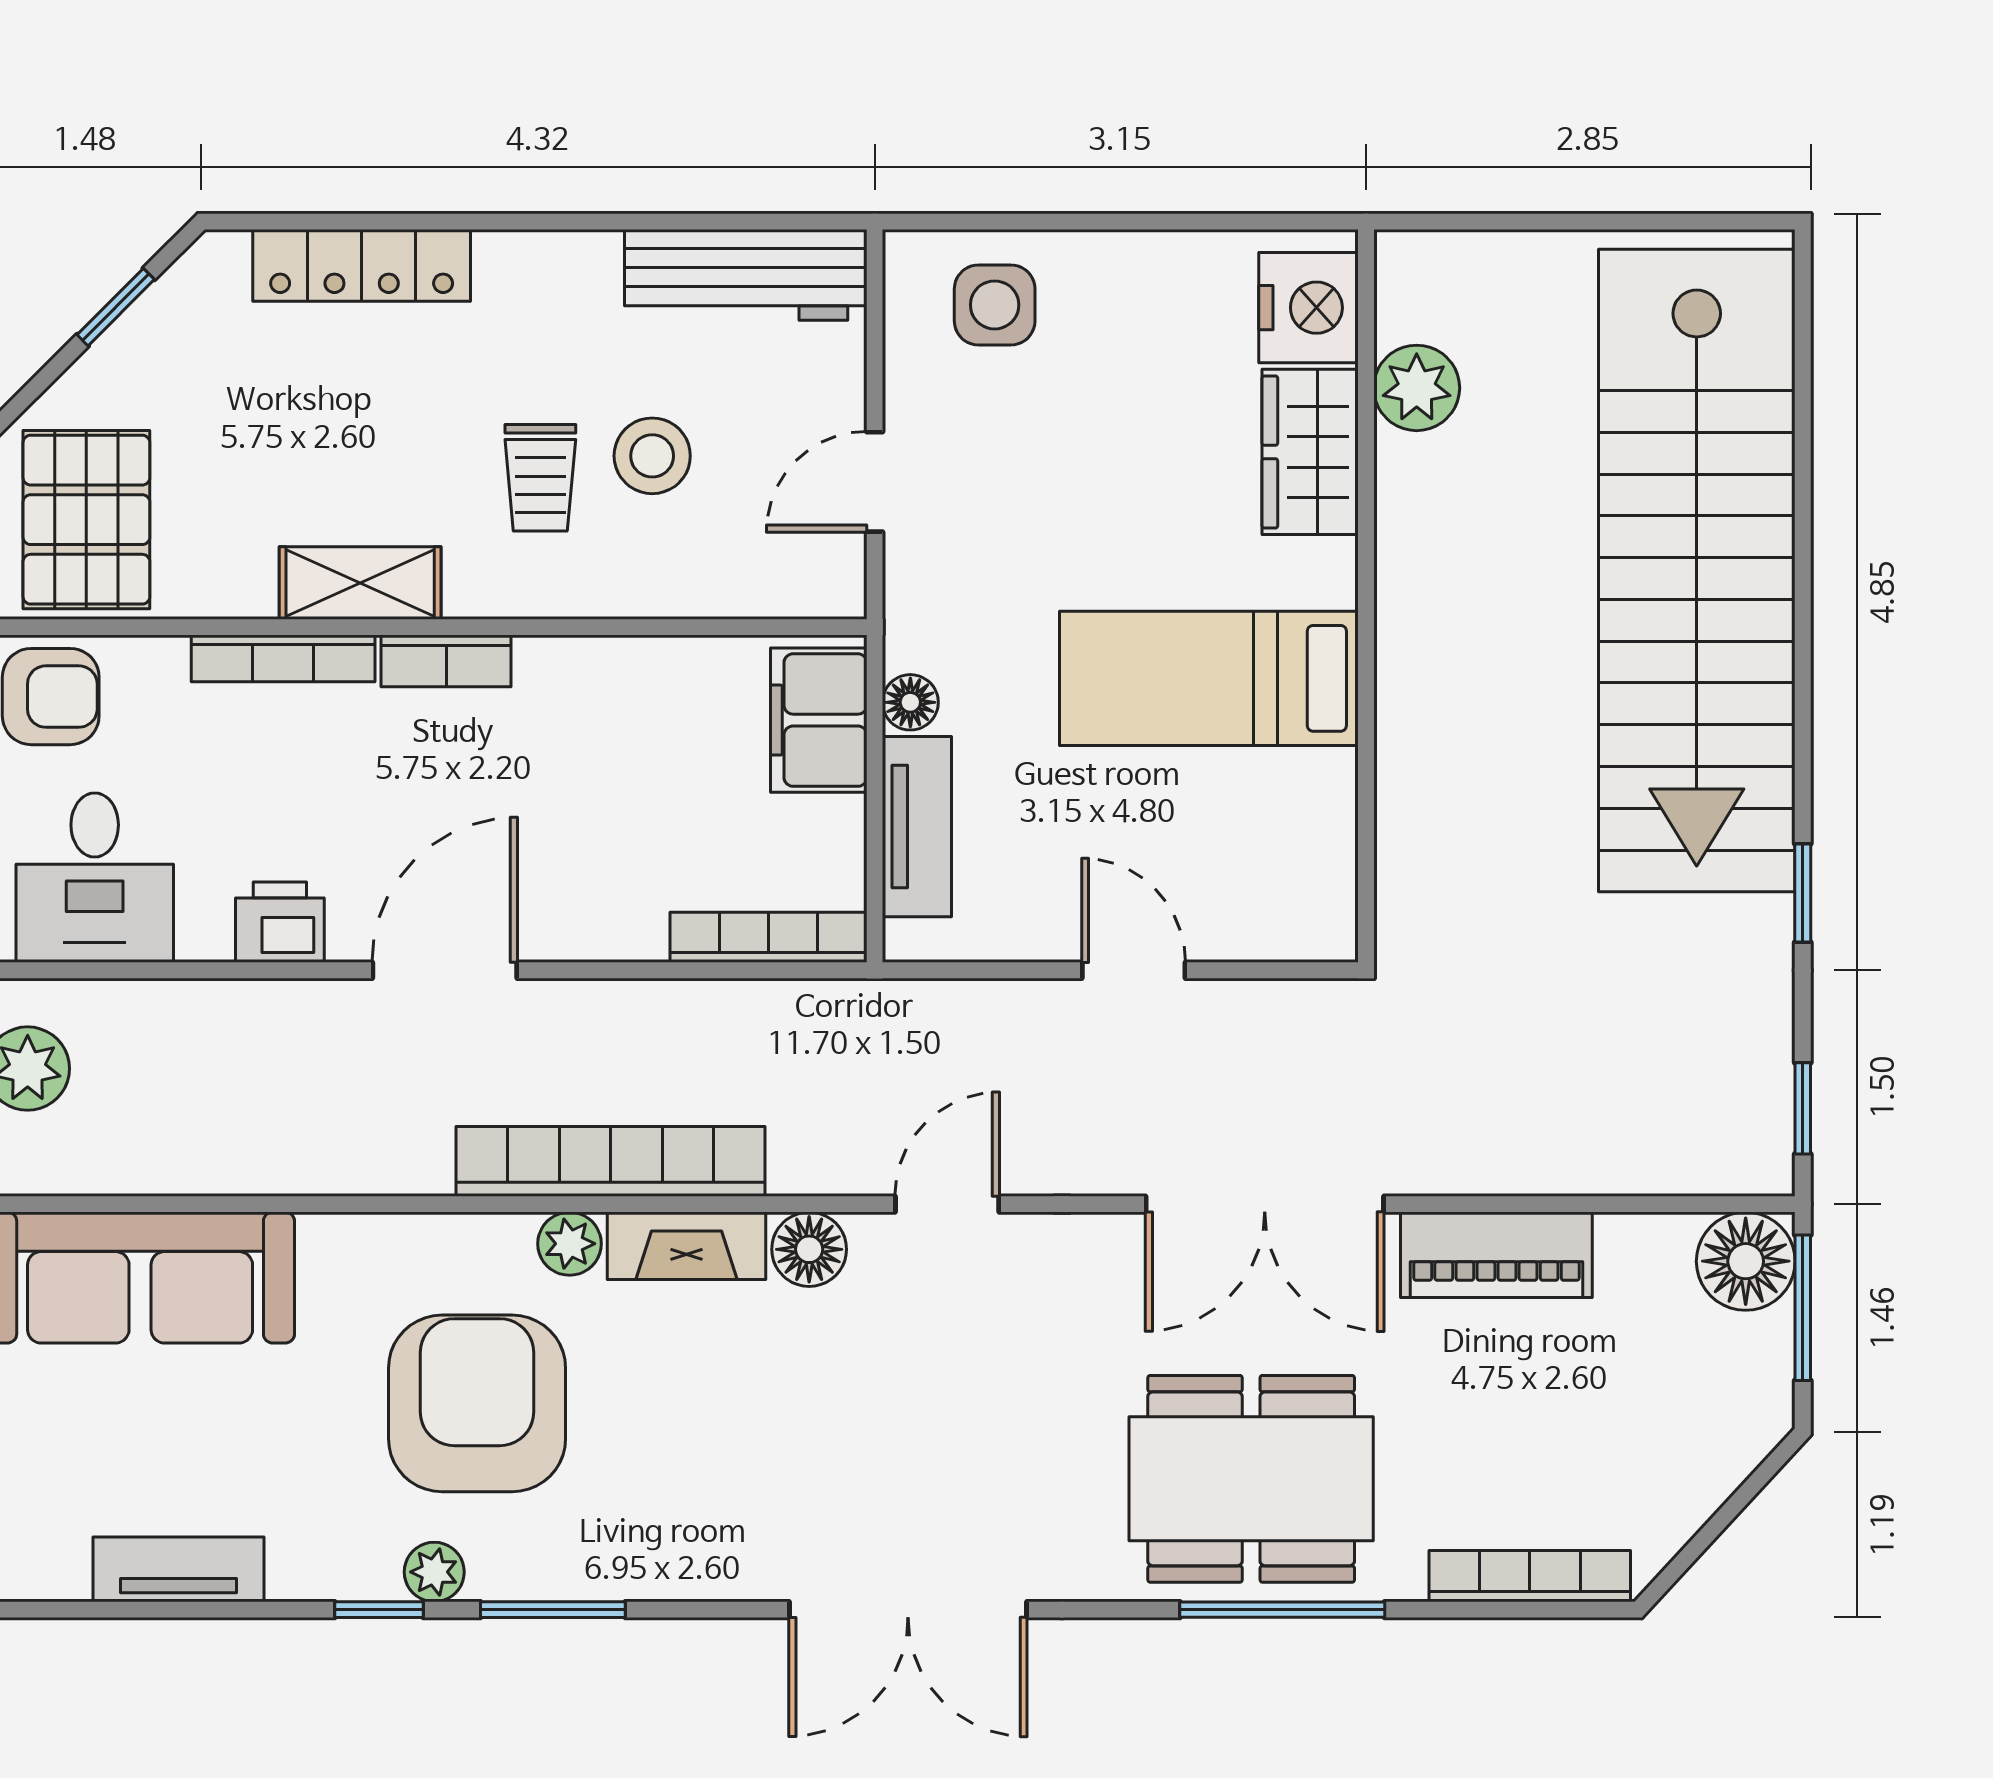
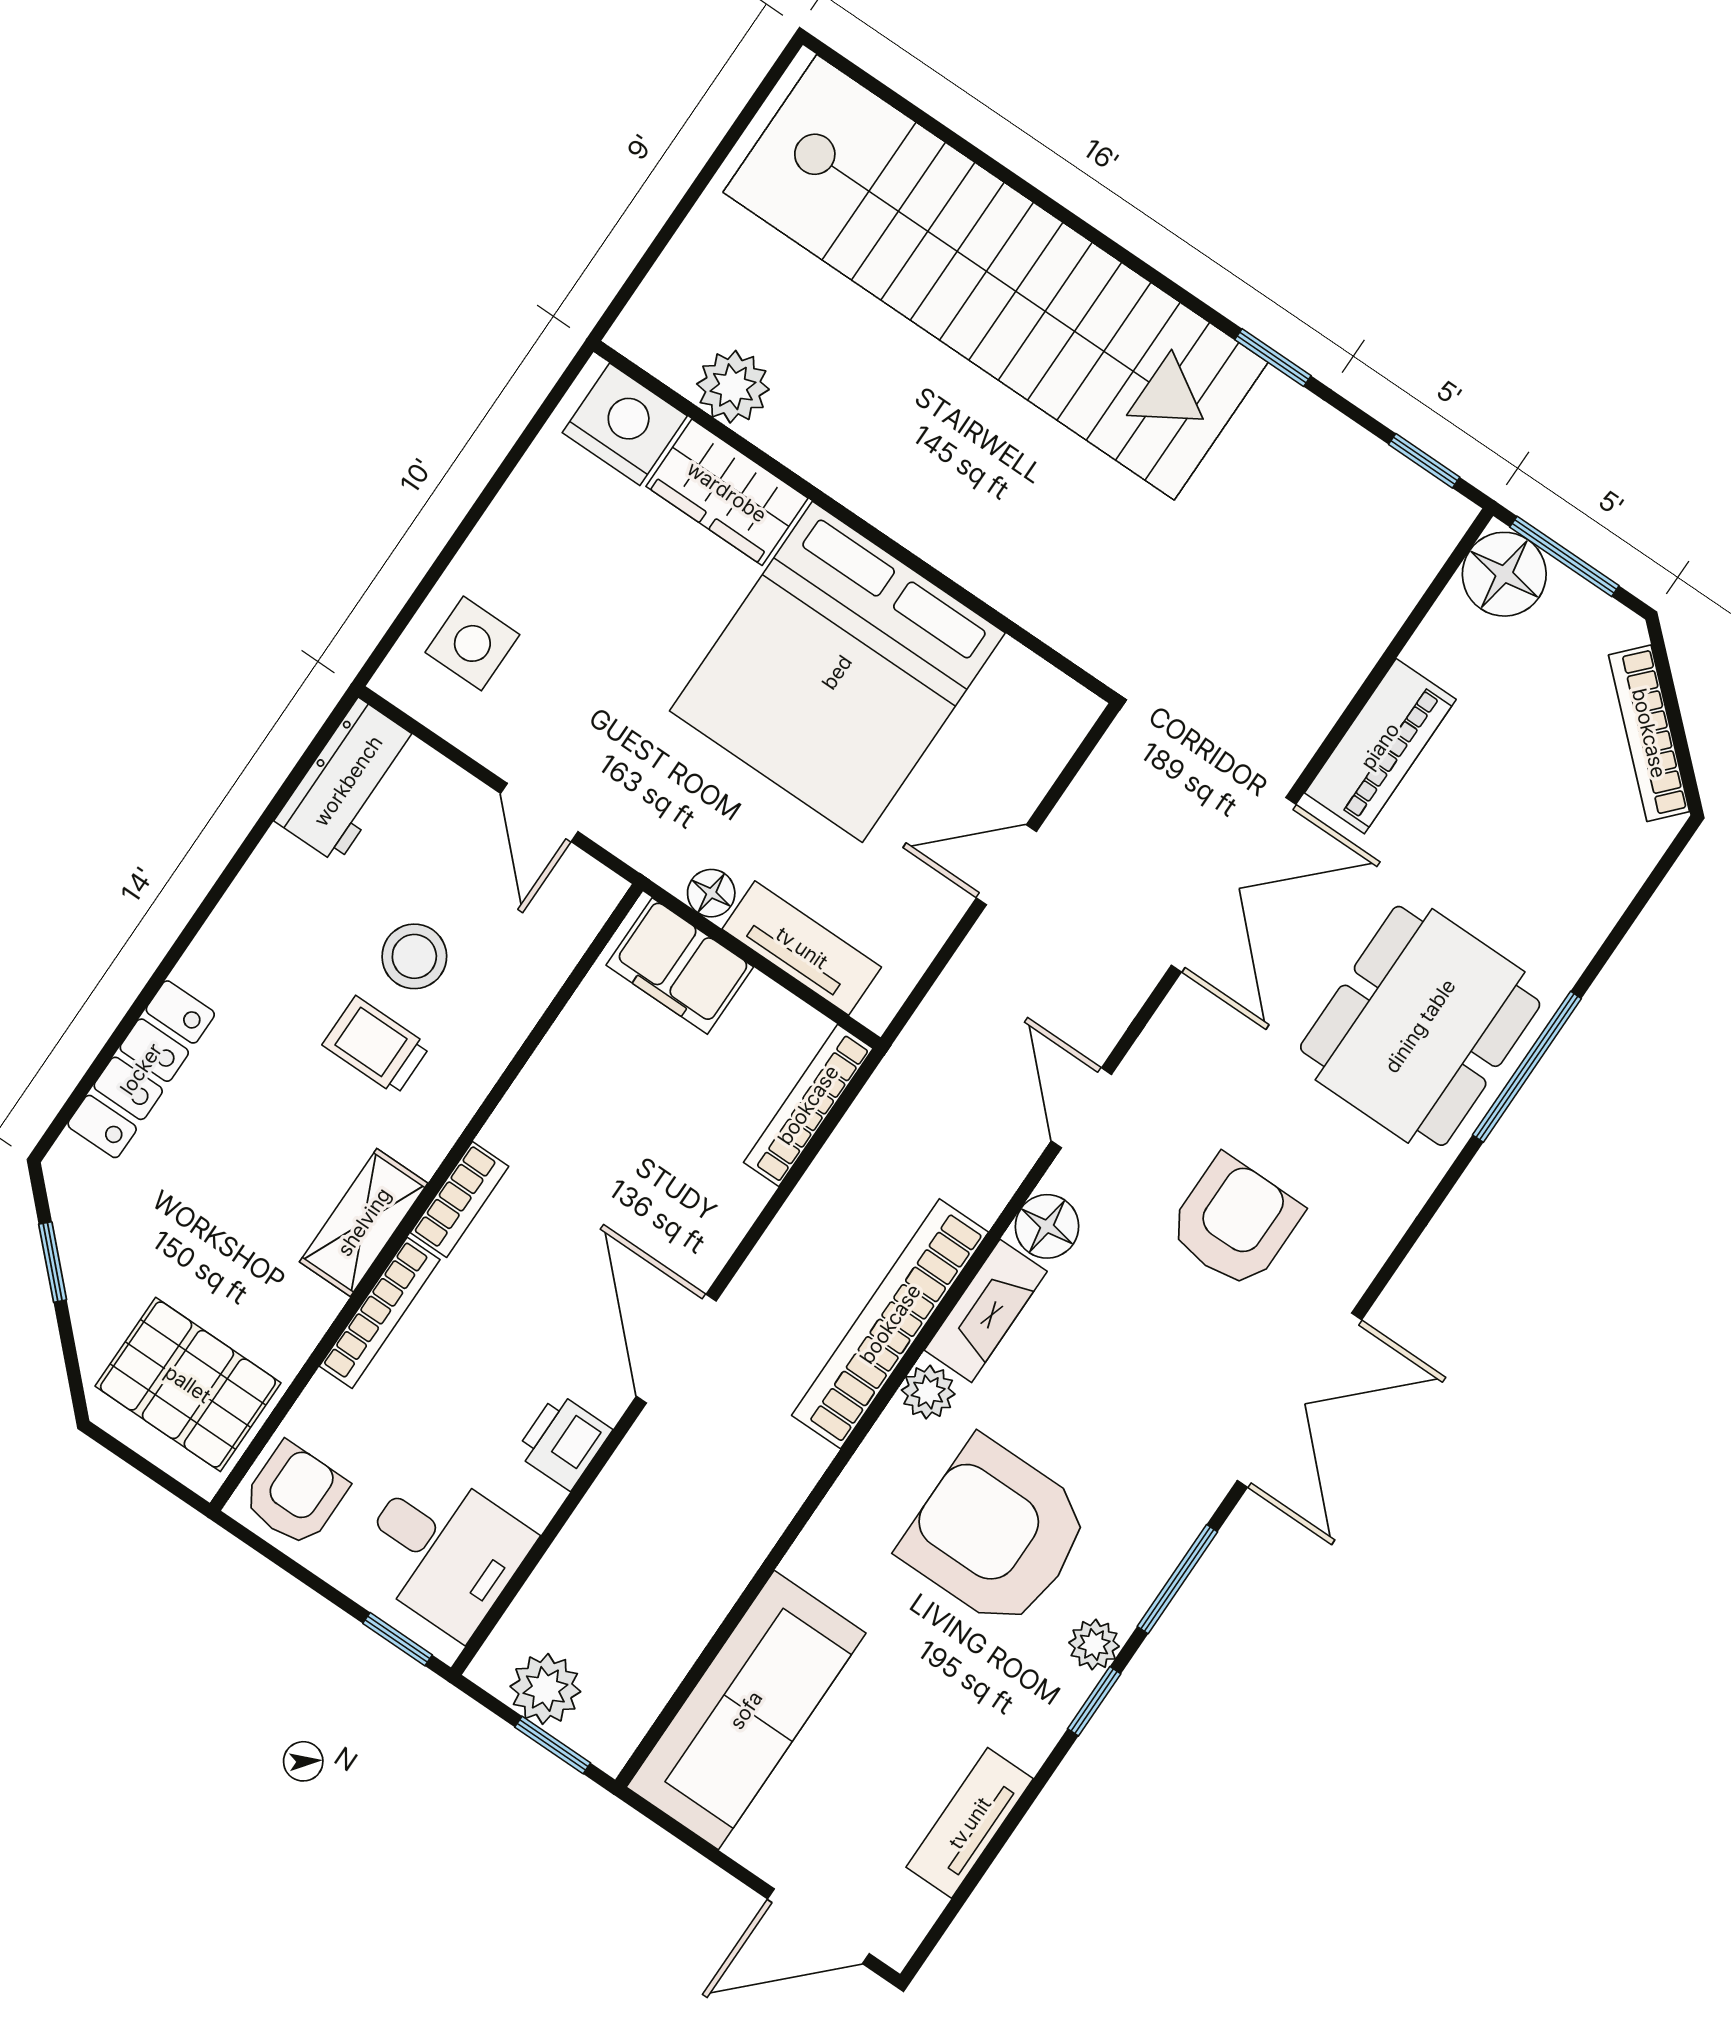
workbench: (746, 275) -> (348, 781), width x0.73
trolley: (540, 478) -> (376, 1046), turned 180
bed: (1209, 678) -> (837, 672), width x2.04
armchair: (938, 1429) -> (1235, 1222), added
bookcase: (1530, 1576) -> (1649, 733), moved, turned -47
double door: (908, 1610) -> (1299, 1400), moved

